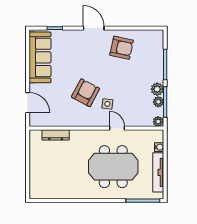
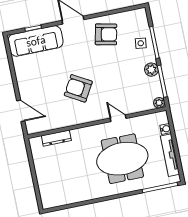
sofa: (40, 57) -> (36, 41), moved, turned 90
armchair: (86, 93) -> (78, 88), turned -88
plant: (158, 102) -> (155, 82), removed
side table: (107, 104) -> (141, 43), moved

